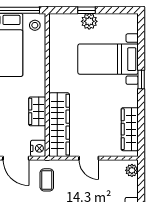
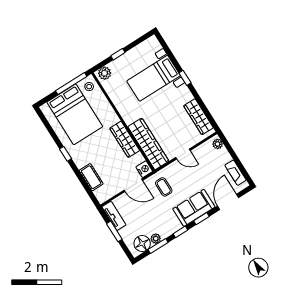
plant: (89, 21) -> (105, 73), moved
wardrobe: (37, 111) -> (125, 139), width x1.50

